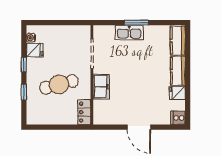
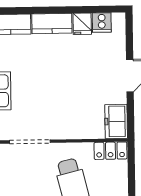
freezer: (101, 87) -> (116, 121), moved, turned -90
cooker: (178, 118) -> (102, 22), moved

